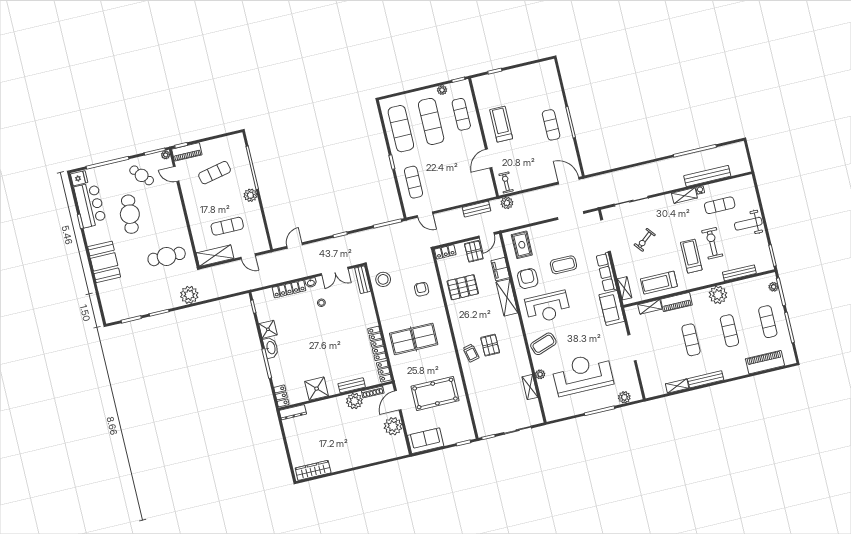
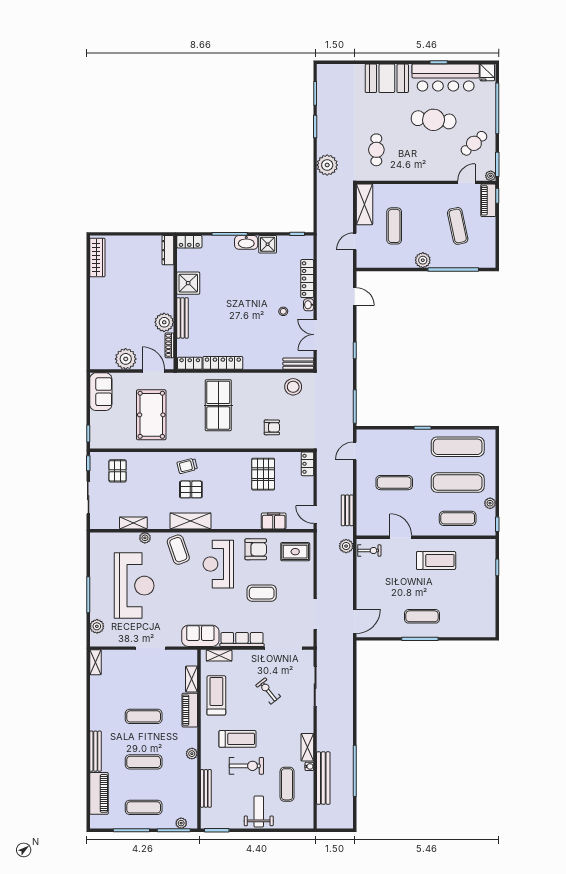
exercise mat: (414, 182) -> (394, 483), moved
bar counter: (90, 205) -> (446, 78), width x1.36
pallet: (474, 251) -> (118, 471), moved, turned 90
cafe table: (167, 256) -> (376, 150), width x0.73, depth x0.74
coffee table: (563, 265) -> (262, 593), turned 90
plant: (718, 295) -> (192, 754), width x0.53, depth x0.53
shelving: (507, 297) -> (190, 521), moved
bench: (706, 379) -> (95, 751), moved
bench: (352, 385) -> (183, 318), width x1.36
shelving: (677, 386) -> (95, 662), moved

